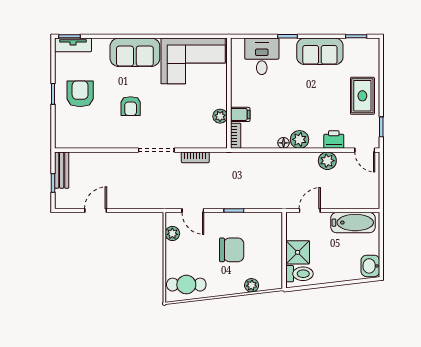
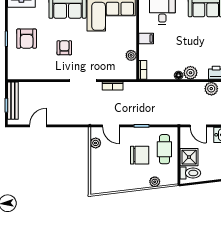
armchair: (80, 94) -> (27, 39), turned 180
armchair: (131, 106) -> (64, 48), turned 180
filing cabinet: (240, 114) -> (146, 39), moved
bench: (62, 170) -> (13, 101), width x1.36
door: (310, 210) -> (198, 126), swing flipped
cafe table: (186, 285) -> (164, 149), moved, turned 90

